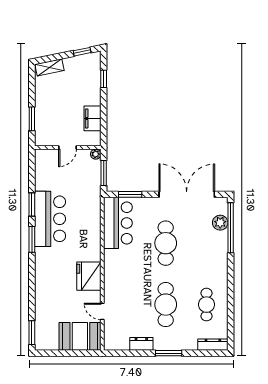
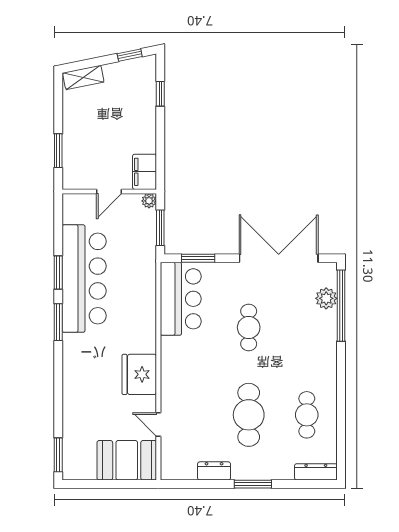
filing cabinet: (92, 118) -> (145, 172), moved
bar counter: (50, 219) -> (84, 279), width x1.36
cafe table: (166, 243) -> (249, 327), width x0.73, depth x0.74

